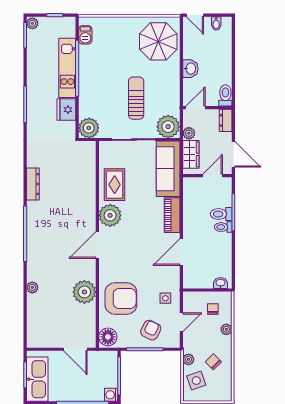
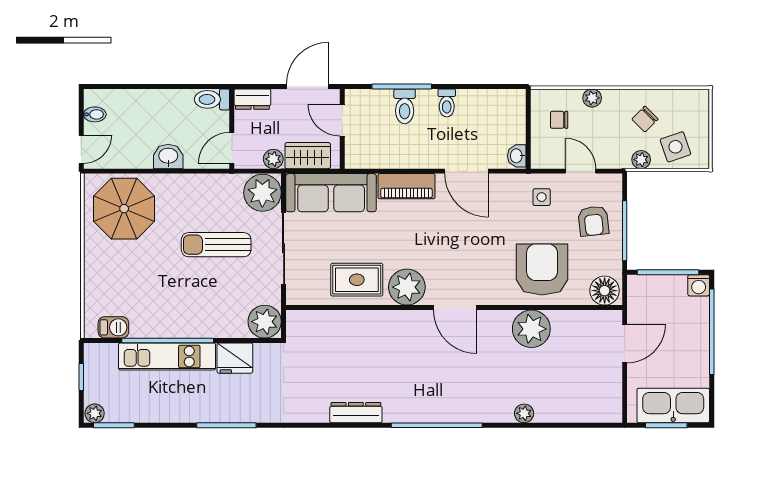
door: (196, 108) -> (232, 148), hinge flipped
toilet: (223, 227) -> (447, 103), moved
washbasin: (221, 283) -> (517, 156), moved
armchair: (151, 330) -> (593, 221), turned -122

